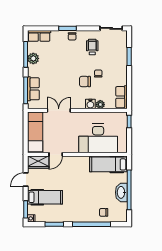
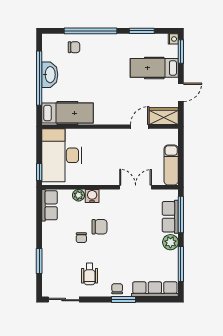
row of seats: (39, 36) -> (155, 289), width x1.48
plant: (33, 58) -> (170, 242), moved
double door: (59, 110) -> (136, 187), swing flipped
exam couch: (35, 132) -> (171, 165), width x0.73, depth x0.69
desk: (98, 138) -> (62, 155), moved, turned -90

